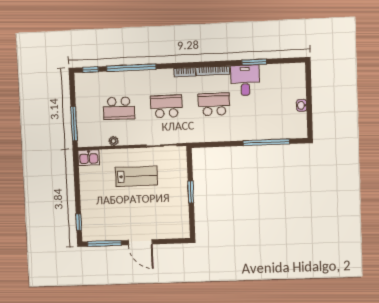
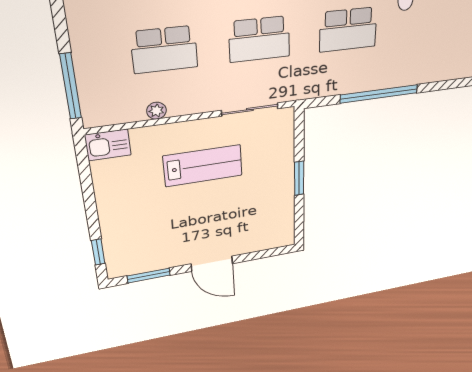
school desk: (214, 104) -> (348, 30), turned 180
school desk: (166, 106) -> (259, 39), turned 180
window: (266, 142) -> (379, 94), moved
window: (104, 243) -> (149, 276), width x0.69

